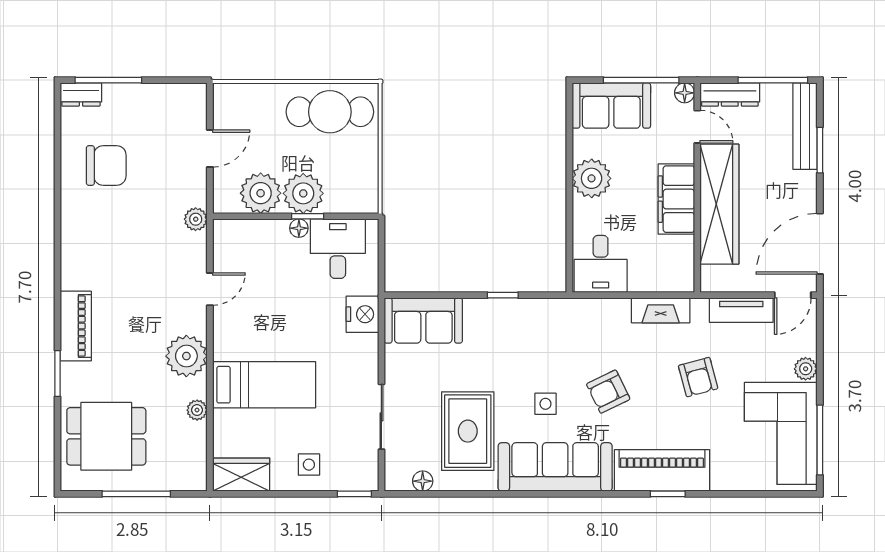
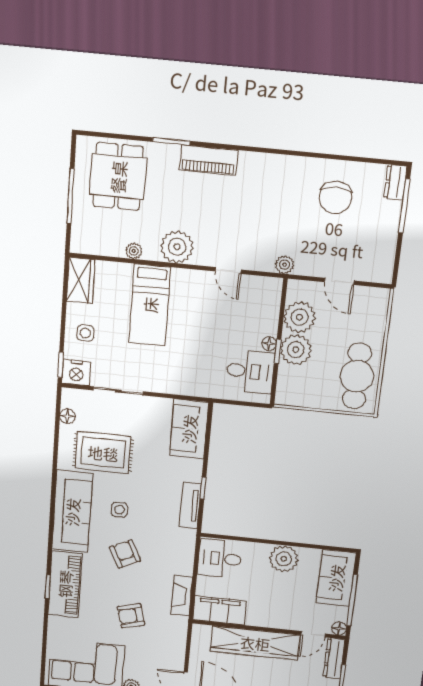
filing cabinet: (676, 199) -> (219, 610), moved
tv unit: (741, 310) -> (190, 505), moved
nightstand: (362, 314) -> (76, 373), moved

